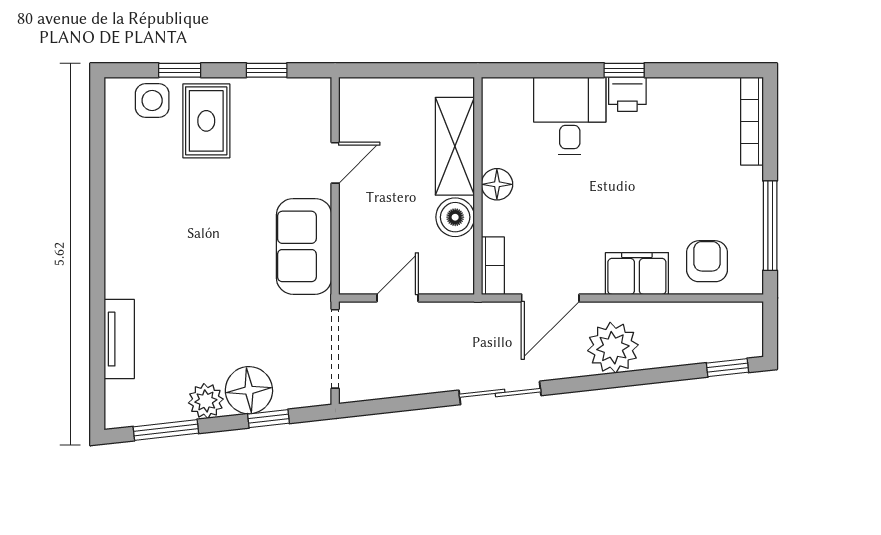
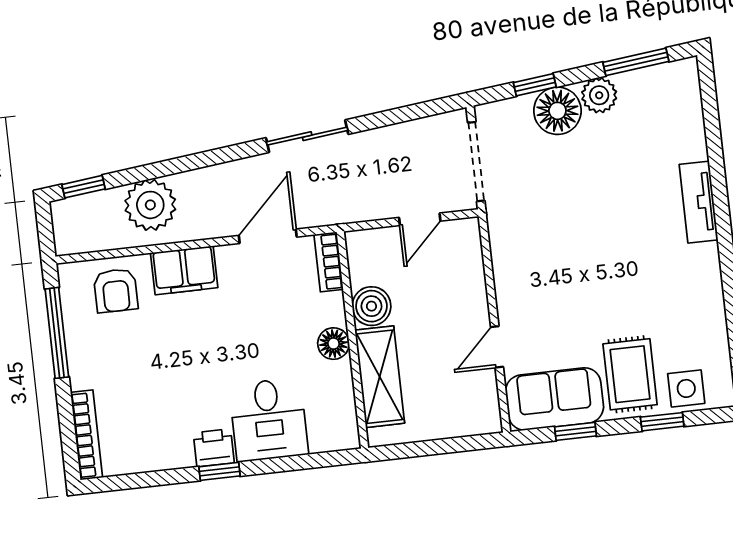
sofa: (304, 246) -> (555, 399), moved, turned -90
tv unit: (119, 339) -> (699, 202), moved
plant: (613, 348) -> (150, 205), moved

